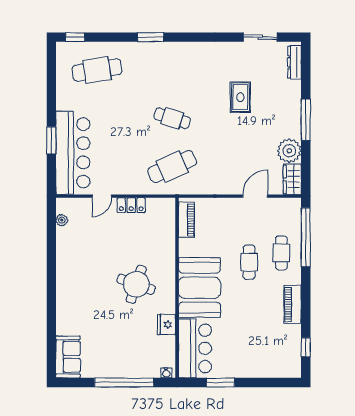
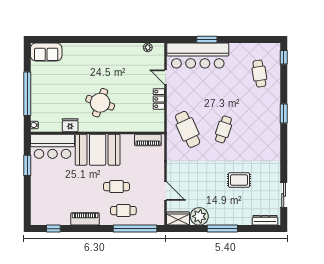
cafe table: (97, 70) -> (259, 74), width x0.73, depth x0.74

